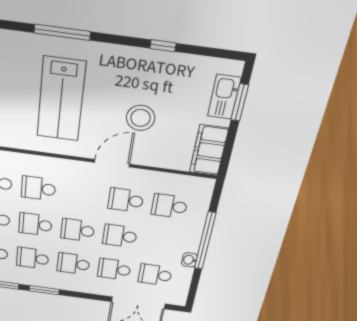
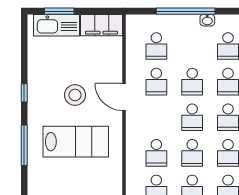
window: (163, 46) -> (24, 93), moved
kitchen sink: (224, 97) -> (57, 25), width x1.36, depth x1.24
stool: (141, 118) -> (75, 95), moved

